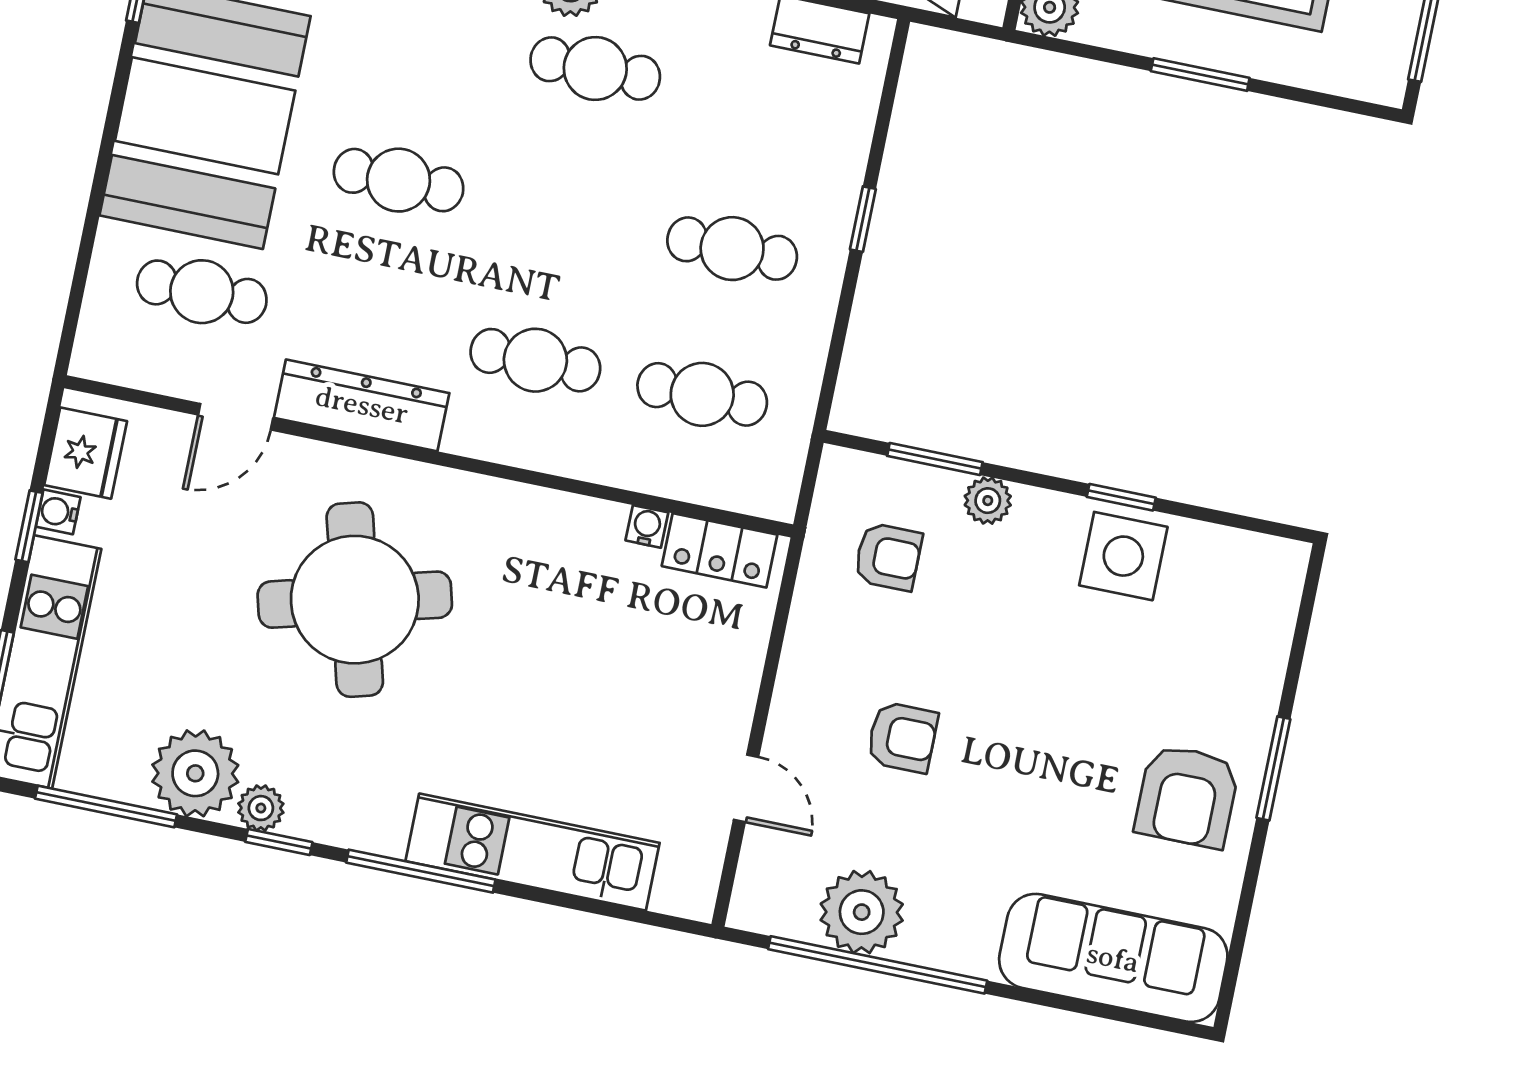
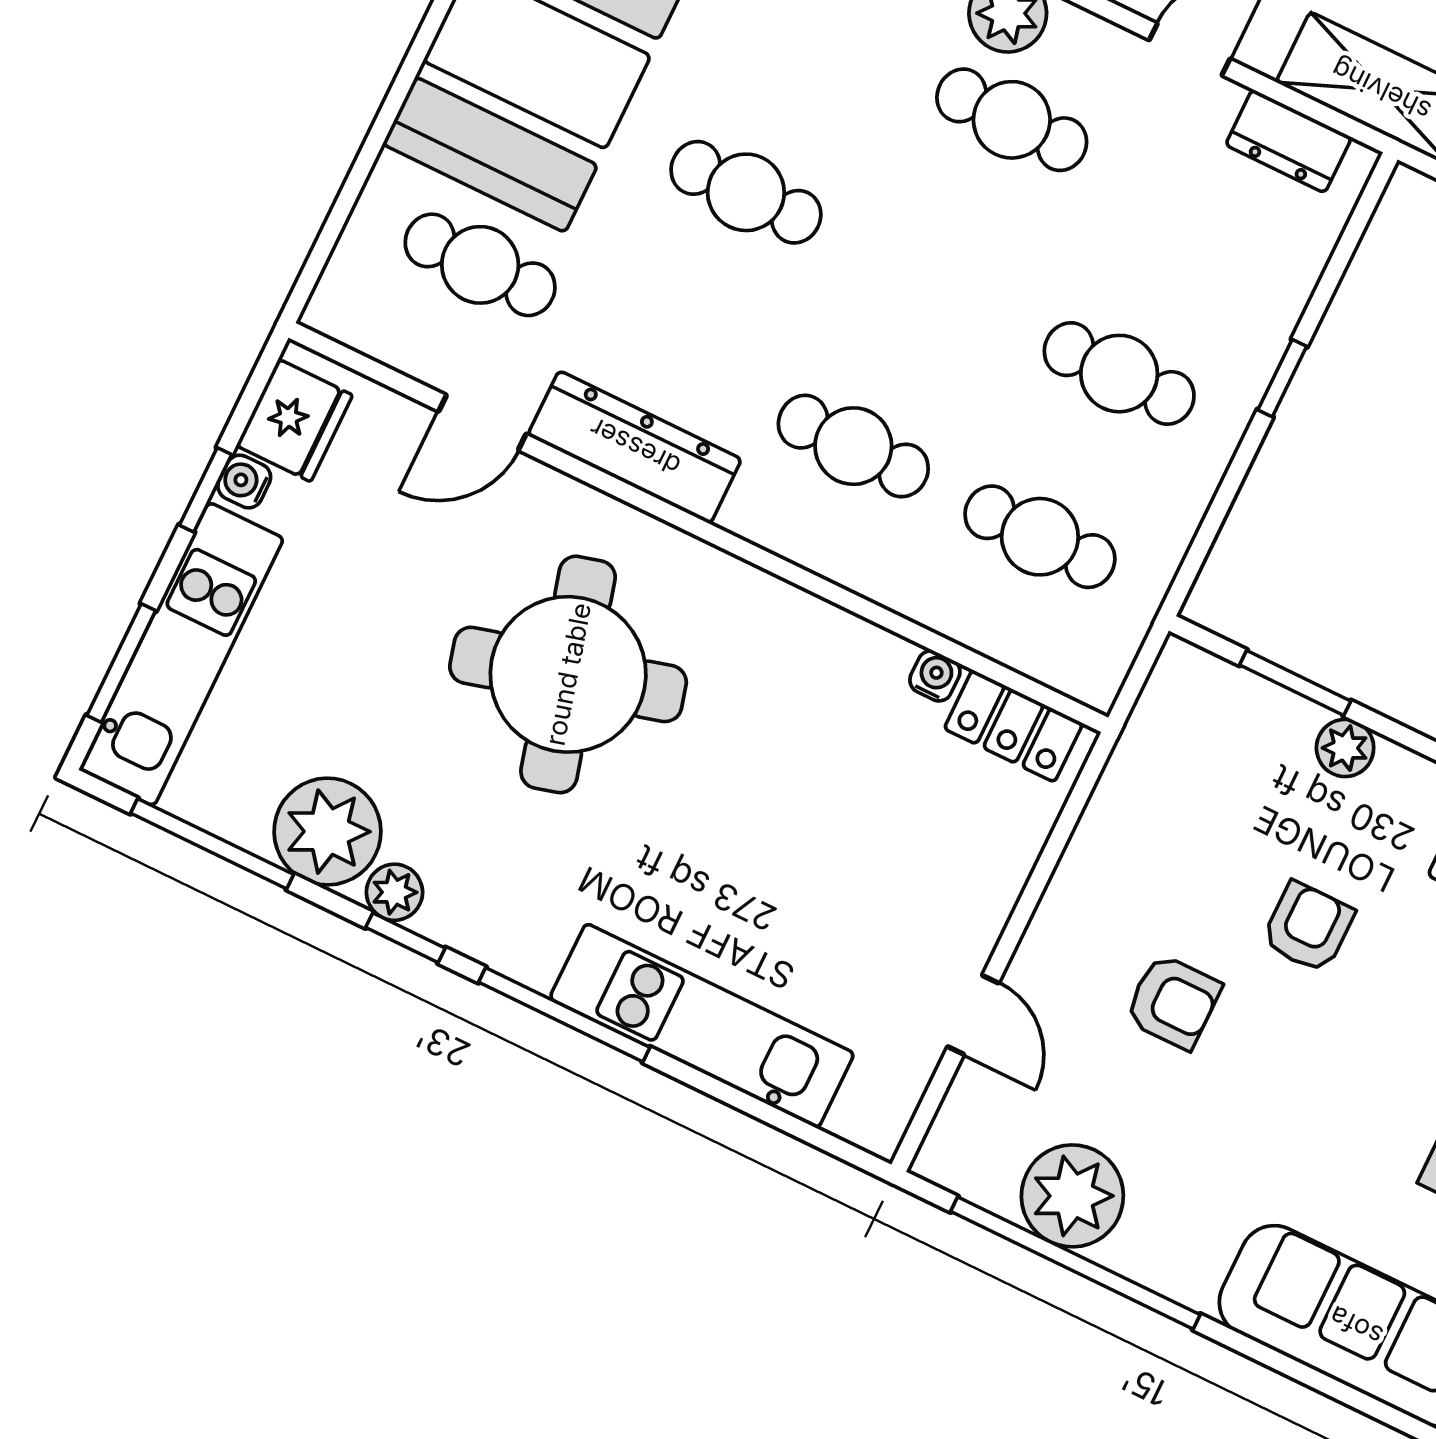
armchair: (888, 557) -> (1308, 927), moved, turned -90

